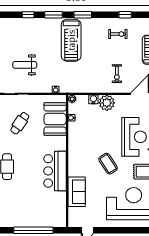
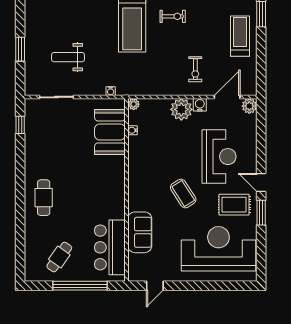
exercise bike: (118, 34) -> (173, 16), moved
water cooler: (93, 99) -> (200, 105), moved
cafe table: (20, 123) -> (59, 257), moved
bar counter: (55, 171) -> (110, 247), moved

